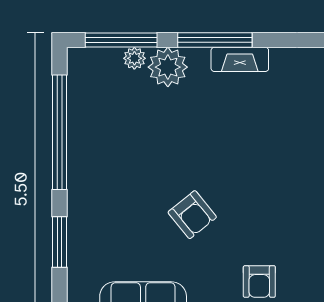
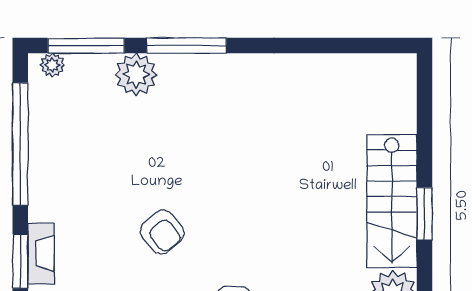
plant: (134, 58) -> (52, 65), moved
fireplace: (240, 59) -> (41, 253), moved, turned -90

